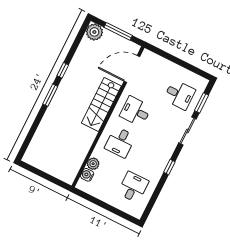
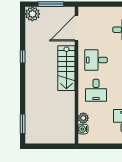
window: (50, 95) -> (23, 124), moved

